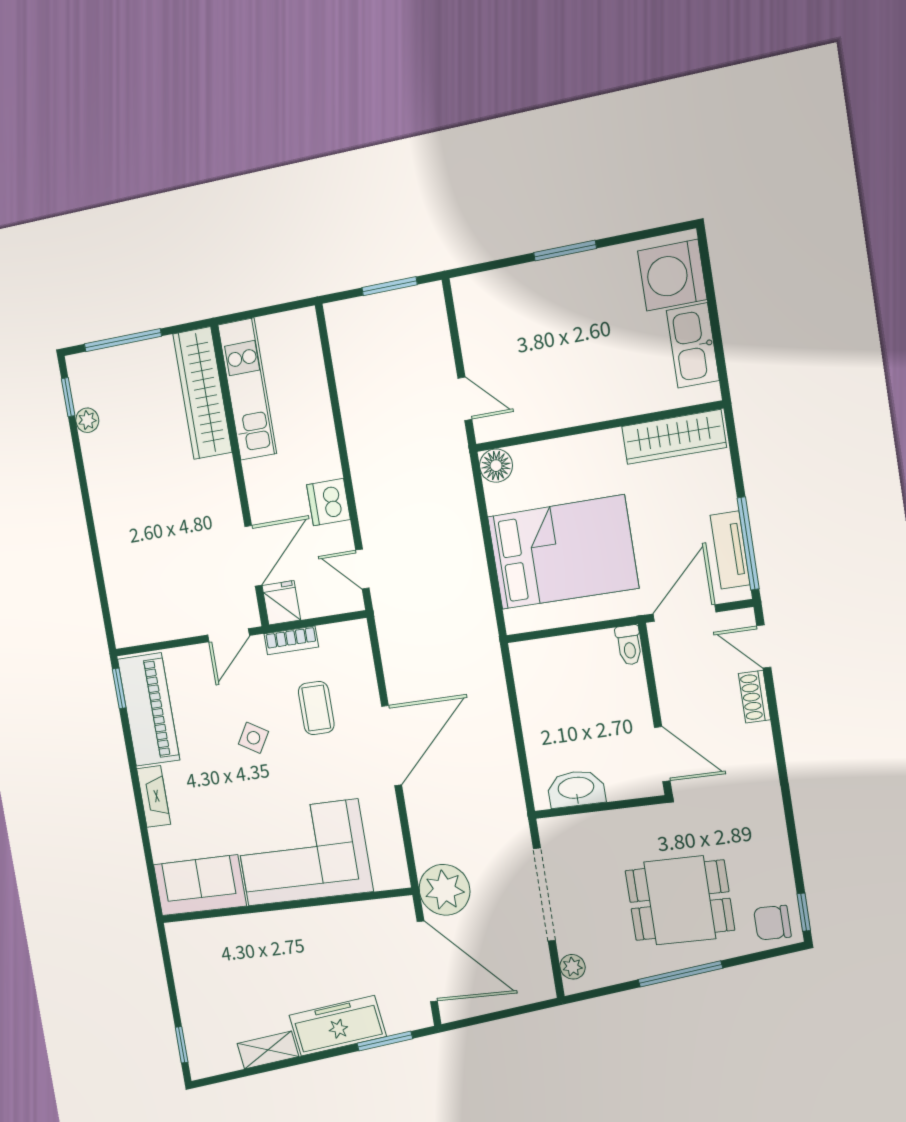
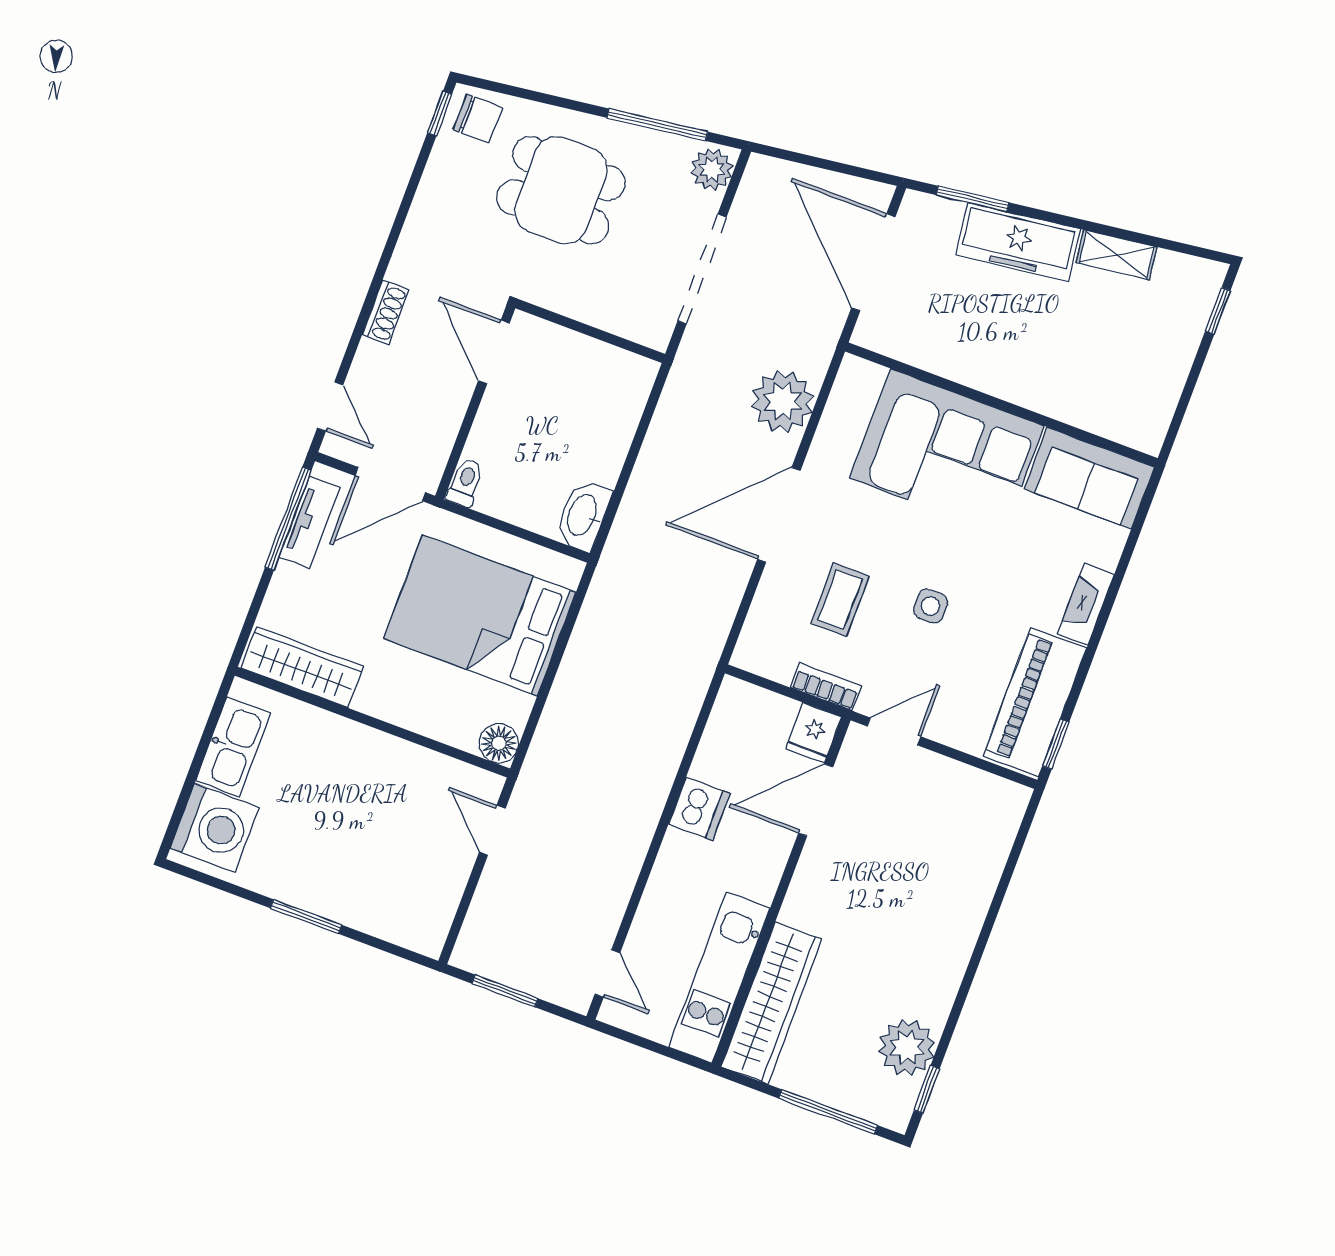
plant: (87, 420) -> (907, 1047), width x1.88, depth x1.88
door: (362, 569) -> (607, 973), moved
shoe rack: (754, 697) -> (386, 312), moved
side table: (253, 738) -> (930, 606), turned -31
washbasin: (576, 789) -> (583, 515), moved, turned 90
plant: (444, 890) -> (783, 401), moved
plant: (572, 967) -> (712, 169), width x1.38, depth x1.38
window: (680, 974) -> (657, 125), moved

